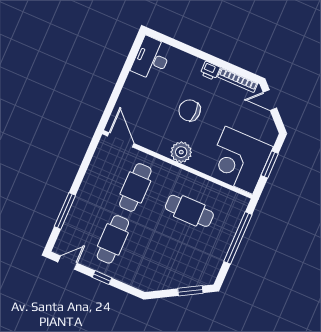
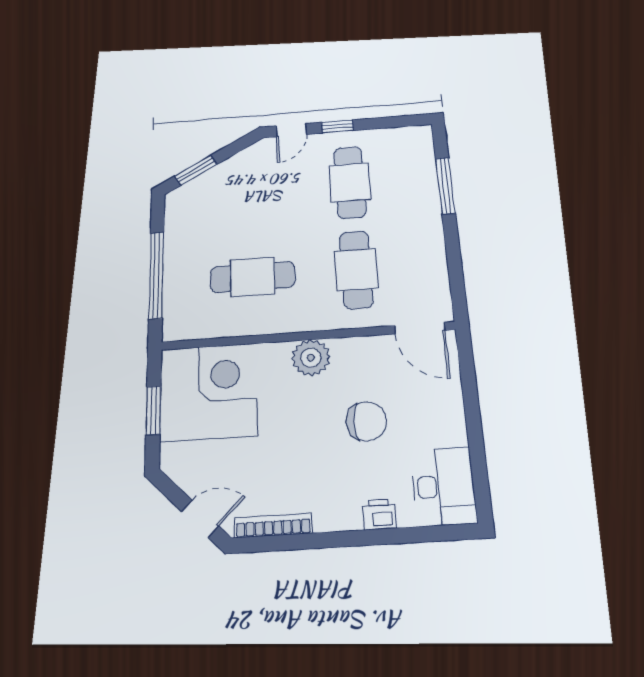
printer: (210, 71) -> (379, 514), moved
chair: (190, 110) -> (366, 421), moved
door: (68, 263) -> (291, 130), moved

